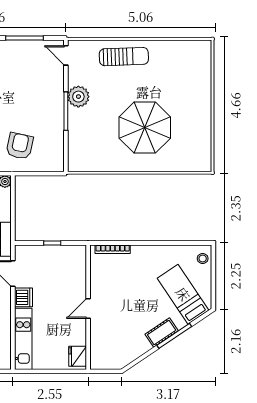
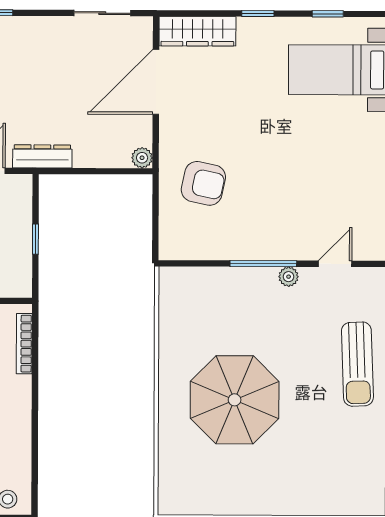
door: (66, 55) -> (335, 264), moved
plant: (78, 97) -> (289, 277), width x0.53, depth x0.53

